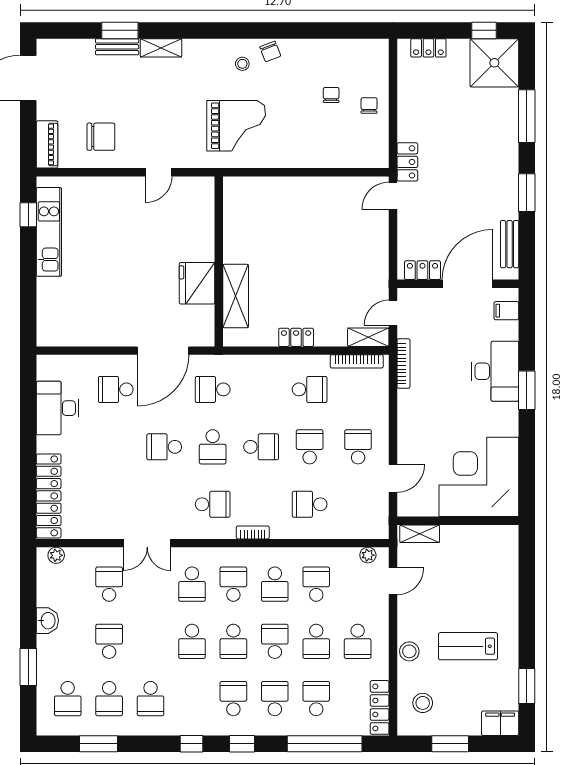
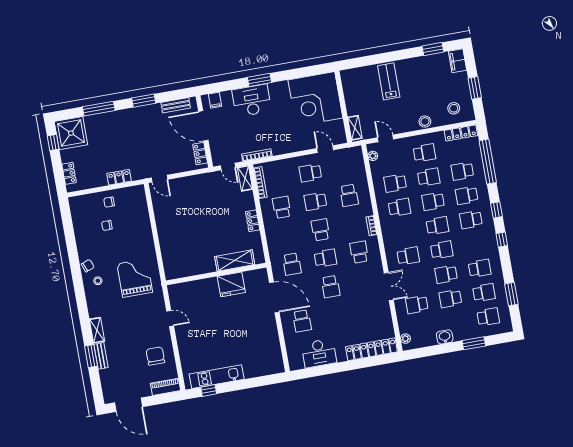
locker: (407, 162) -> (119, 177), moved
school desk: (233, 584) -> (446, 274), moved
lab bench: (468, 646) -> (389, 81), moved, turned 180

